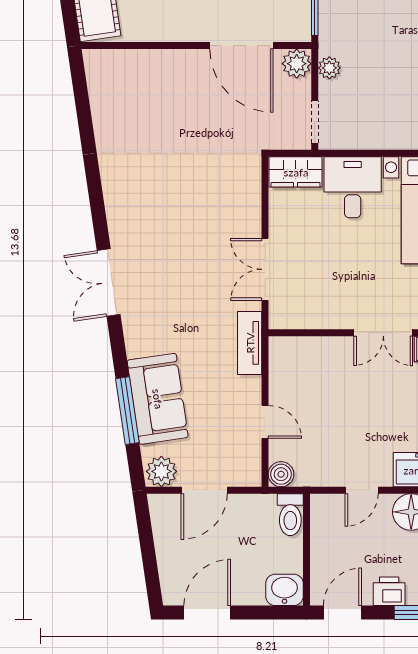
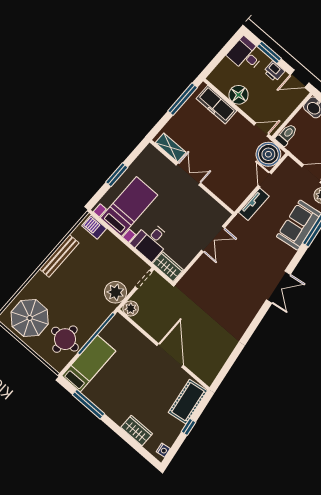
door: (241, 46) -> (170, 355), moved
plant: (329, 68) -> (115, 292), width x1.88, depth x1.88
tv unit: (250, 343) -> (254, 204), moved
boiler: (281, 474) -> (268, 154), width x1.86, depth x1.86
door: (362, 490) -> (261, 130), moved

